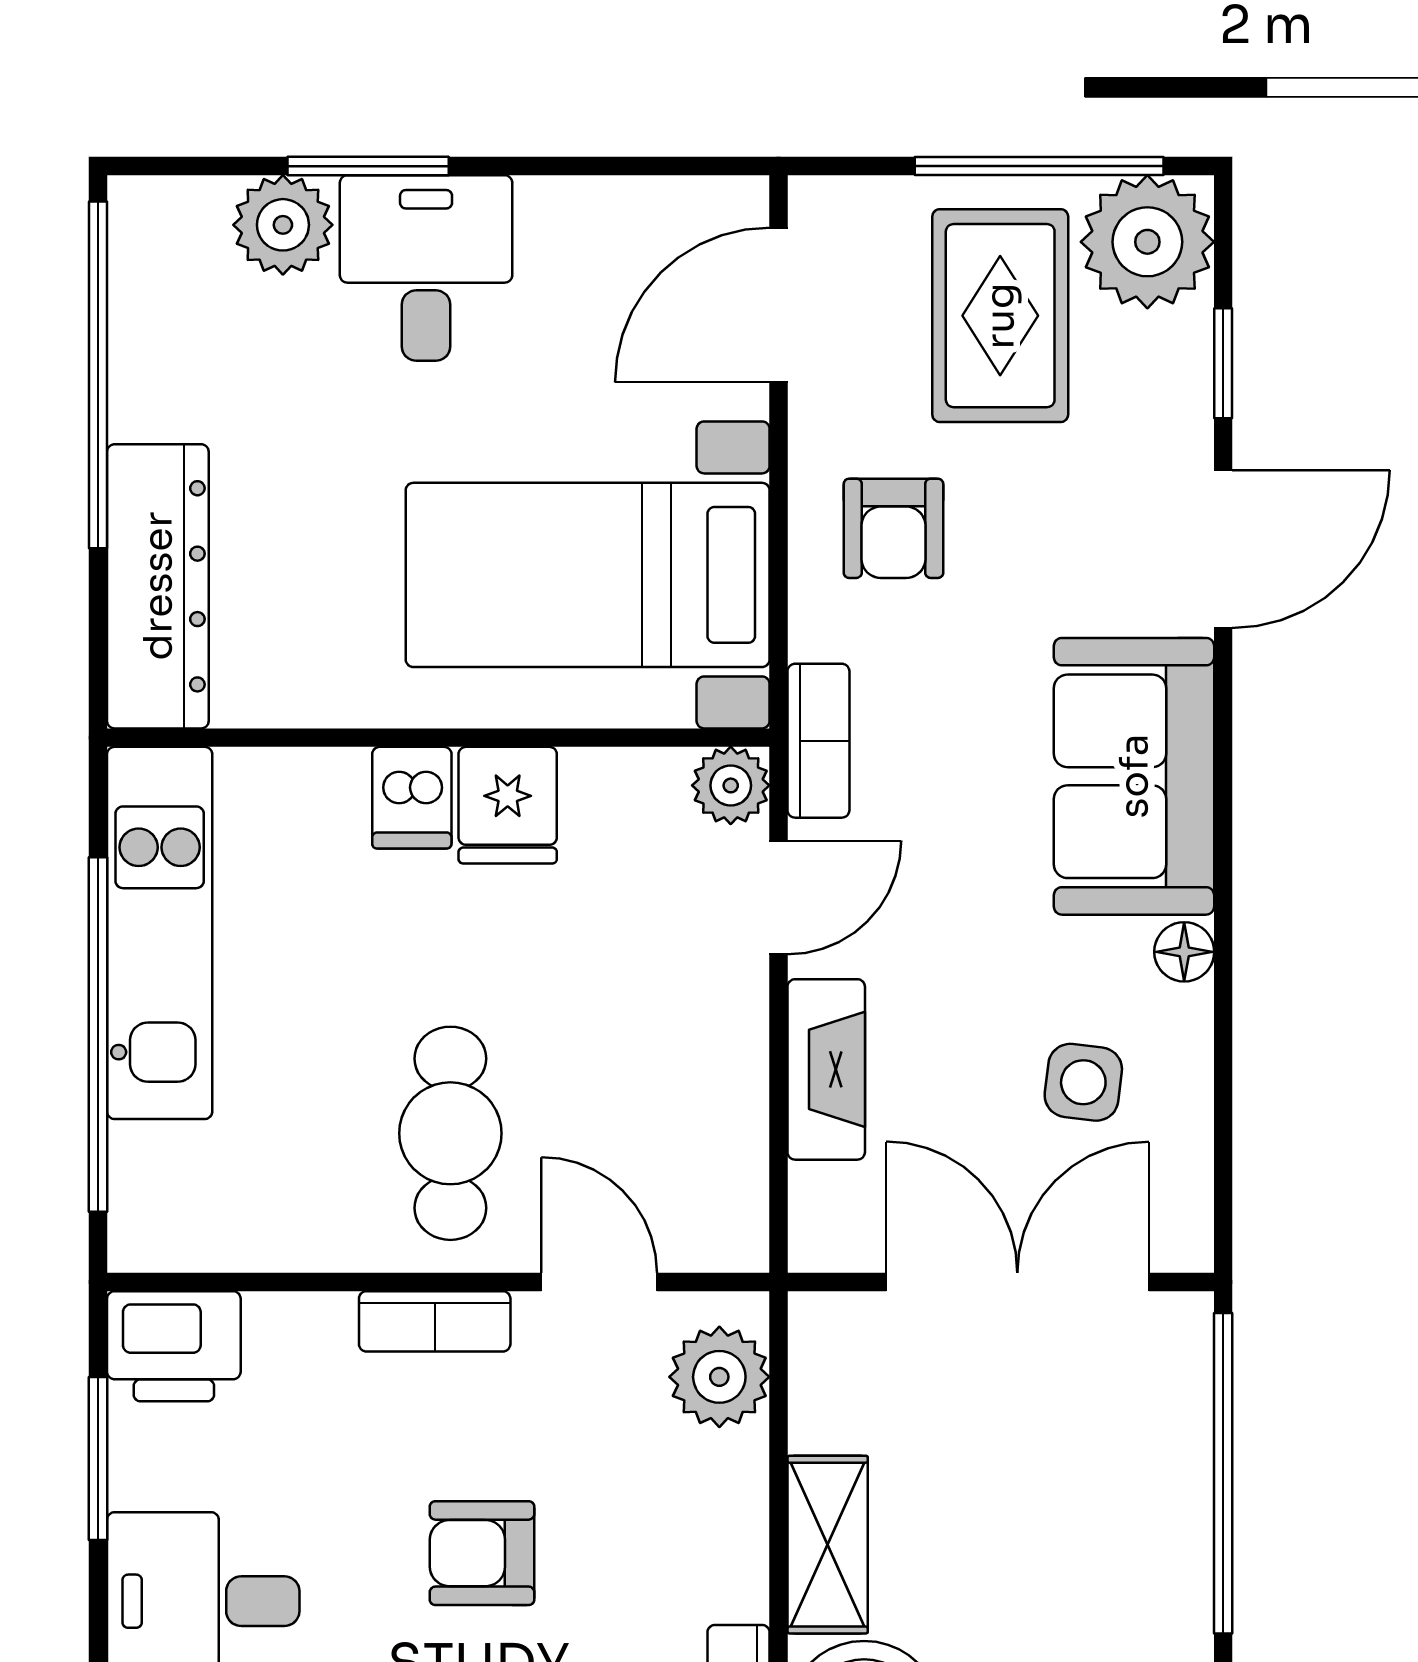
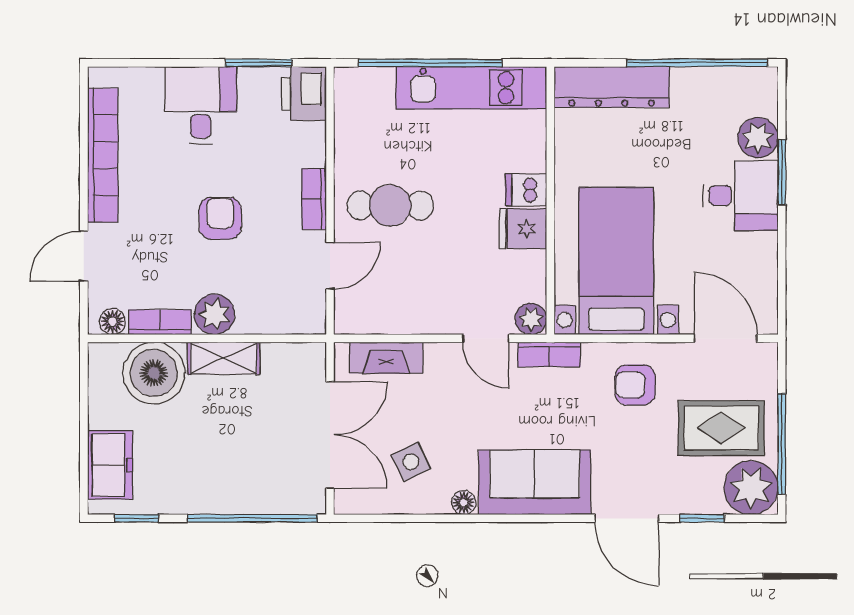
fireplace: (826, 1069) -> (386, 358), moved
side table: (1083, 1082) -> (411, 462), turned -33
plant: (719, 1377) -> (214, 314), moved

